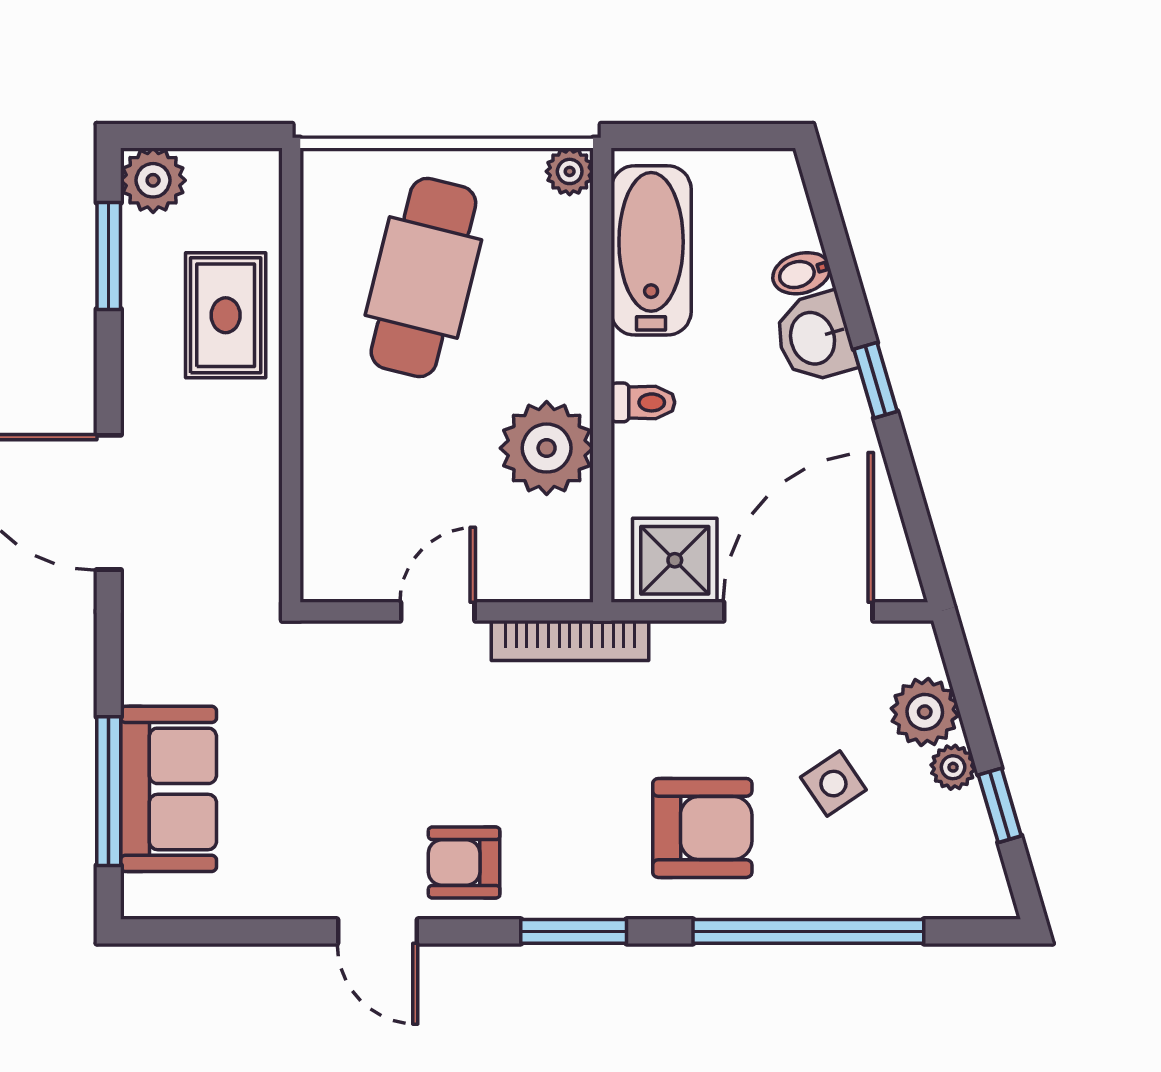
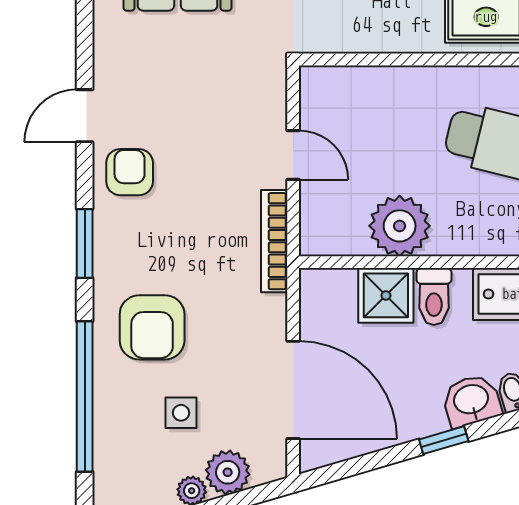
toilet: (643, 402) -> (434, 297), width x1.37, depth x1.39
shower: (675, 560) -> (386, 295), moved
side table: (833, 784) -> (181, 413), turned 34

